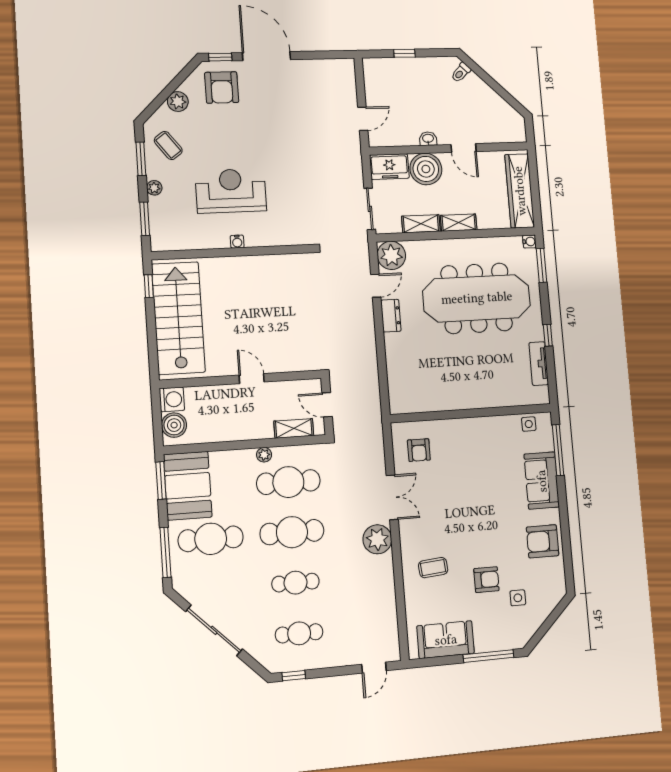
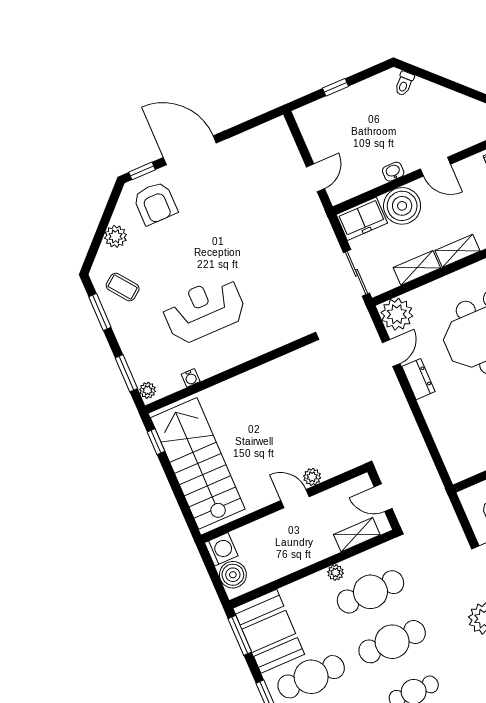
plant: (154, 188) -> (147, 390), moved
water cooler: (237, 242) -> (191, 378), moved
plant: (273, 365) -> (312, 477), added

